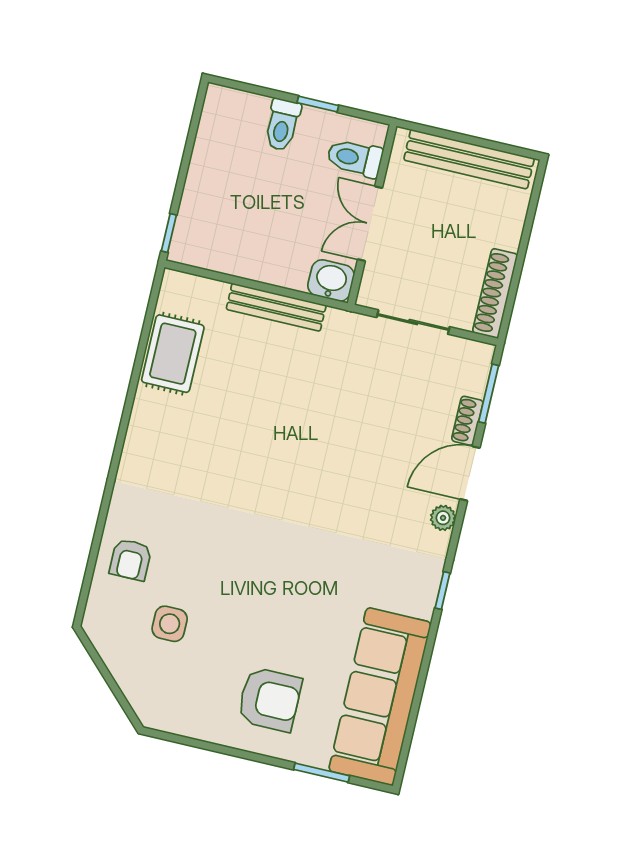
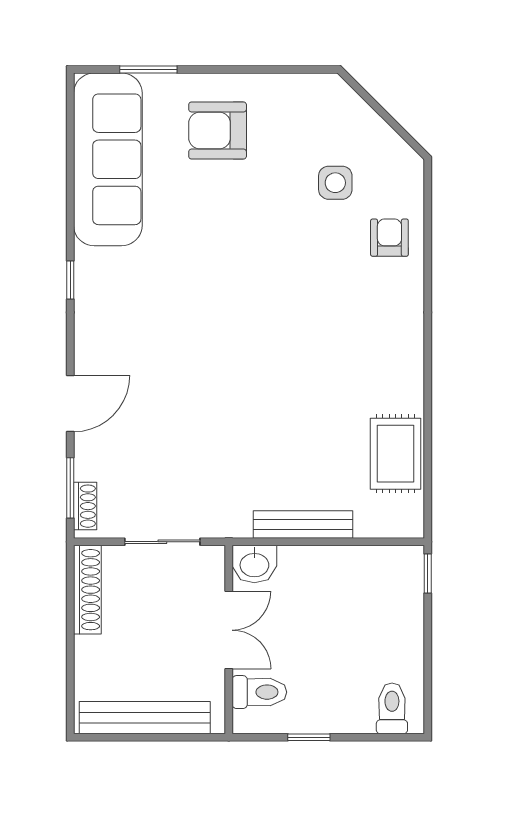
toilet: (282, 125) -> (392, 708), moved
shoe rack: (467, 421) -> (85, 506), moved
plant: (443, 518) -> (87, 353), removed

